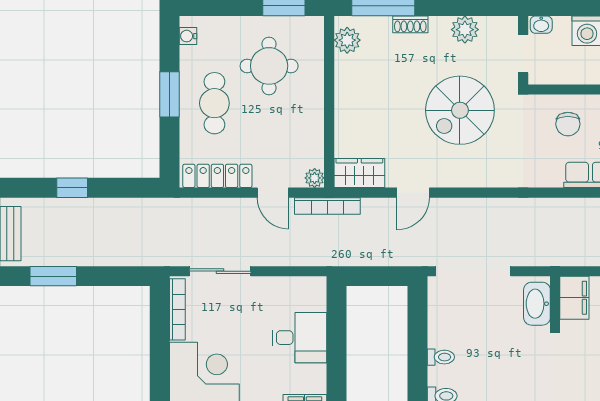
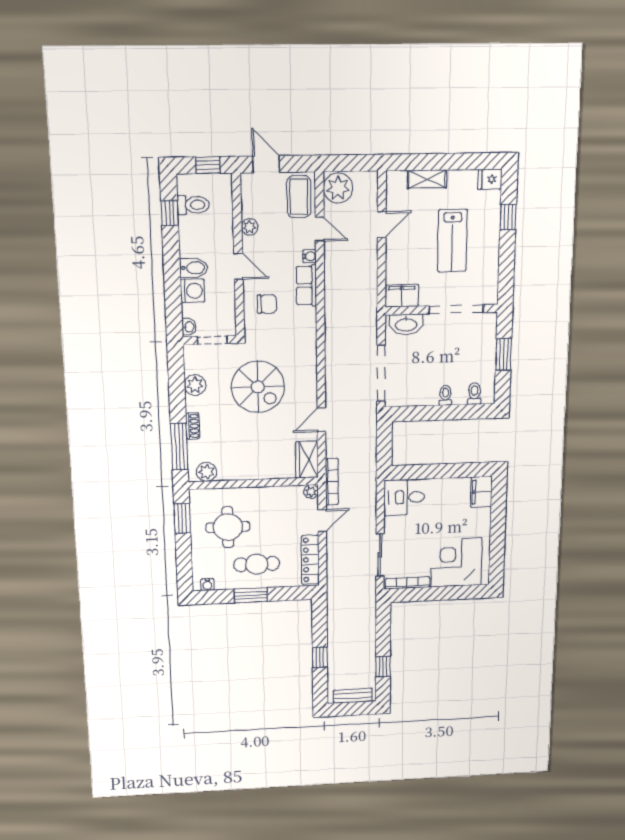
door: (413, 193) -> (321, 420), swing flipped
window: (53, 276) -> (383, 666), width x0.67
desk: (299, 338) -> (404, 497), moved, turned -90

